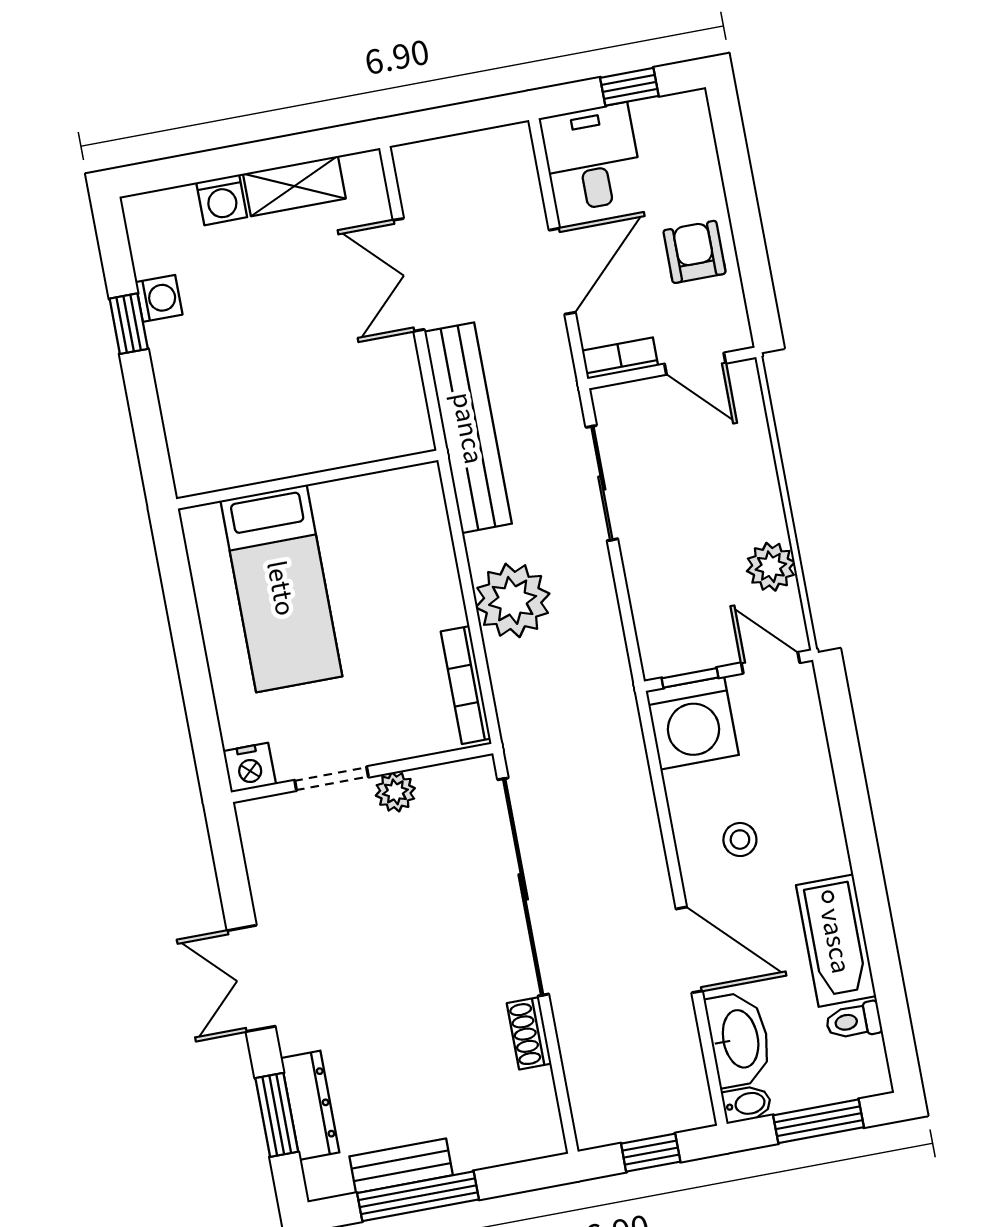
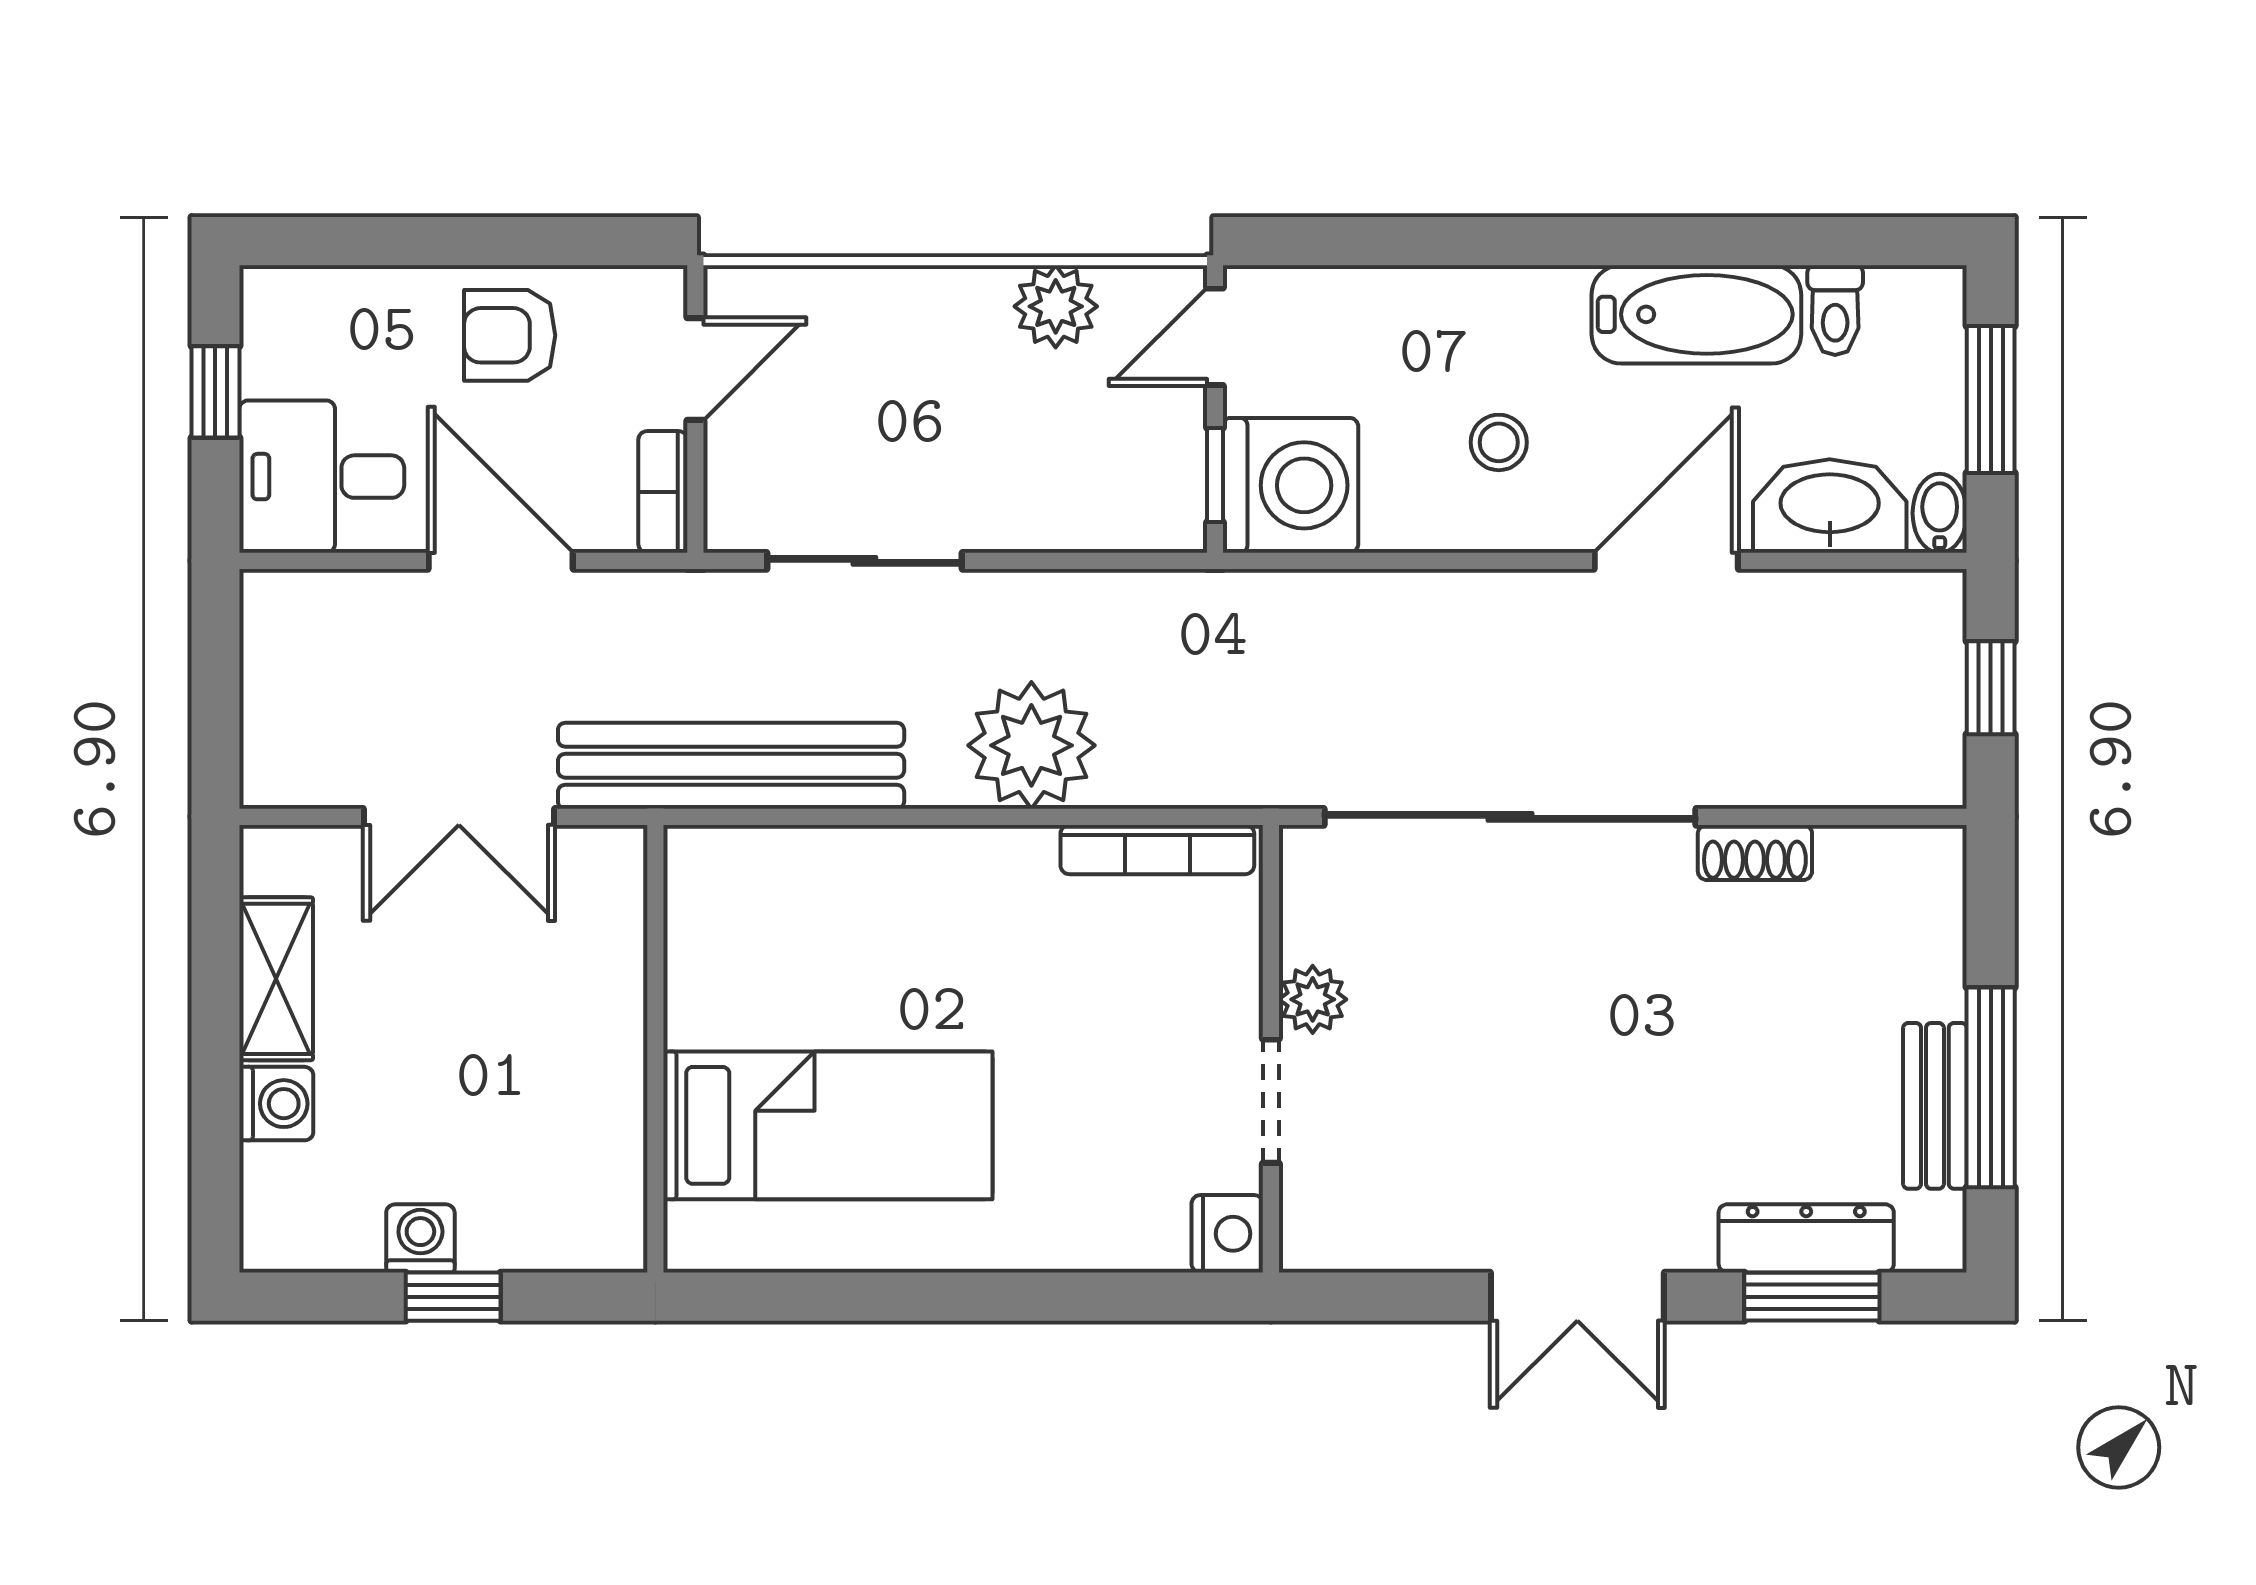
wall: (307, 480) -> (655, 1049), moved
bed: (281, 588) -> (828, 1125), moved

